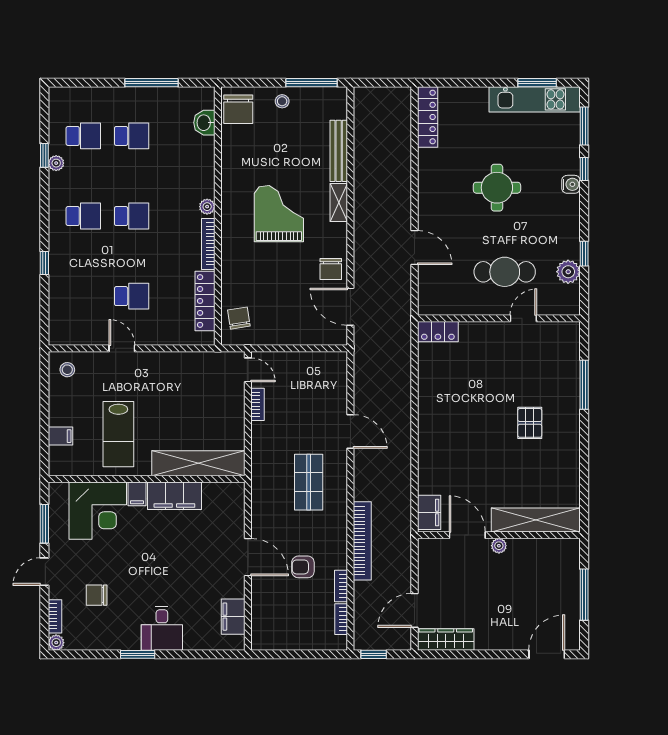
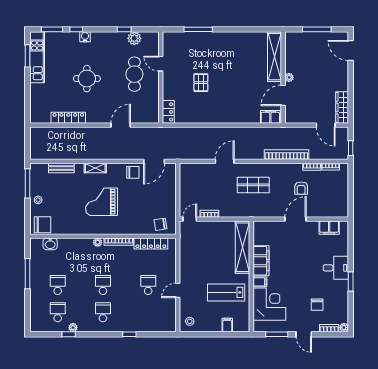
locker: (428, 117) -> (68, 118), moved
bench: (339, 151) -> (61, 168), width x0.73
pallet: (530, 423) -> (201, 83), moved, turned 90
lab bench: (118, 434) -> (226, 292), turned 180

